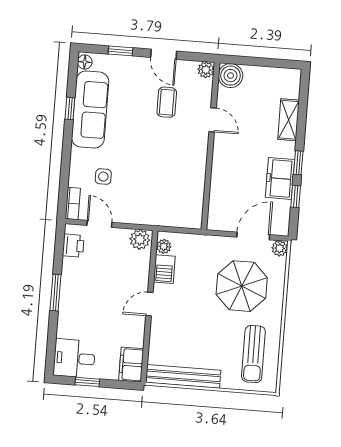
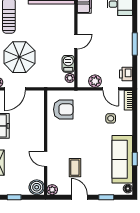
window: (268, 62) -> (14, 197), added
armchair: (178, 197) -> (63, 109), added
plant: (140, 239) -> (95, 81), moved

